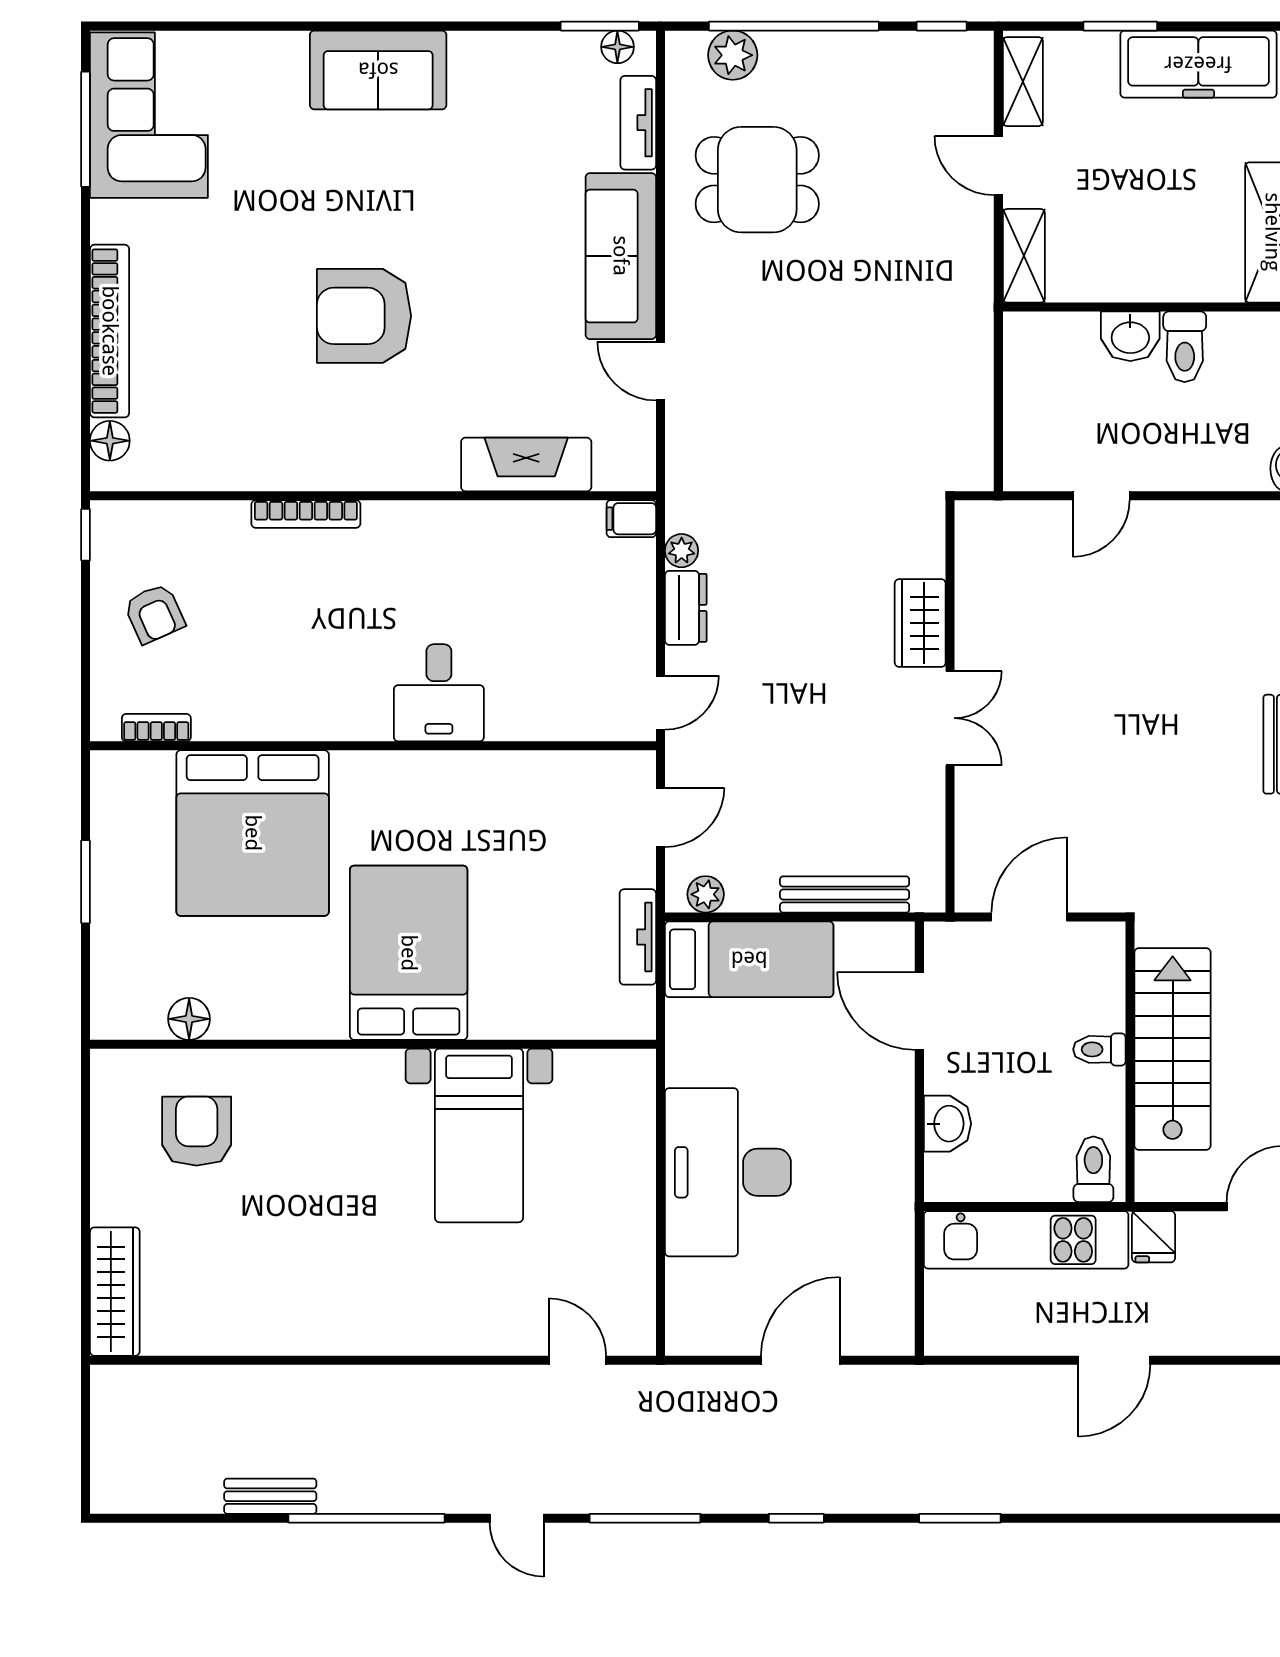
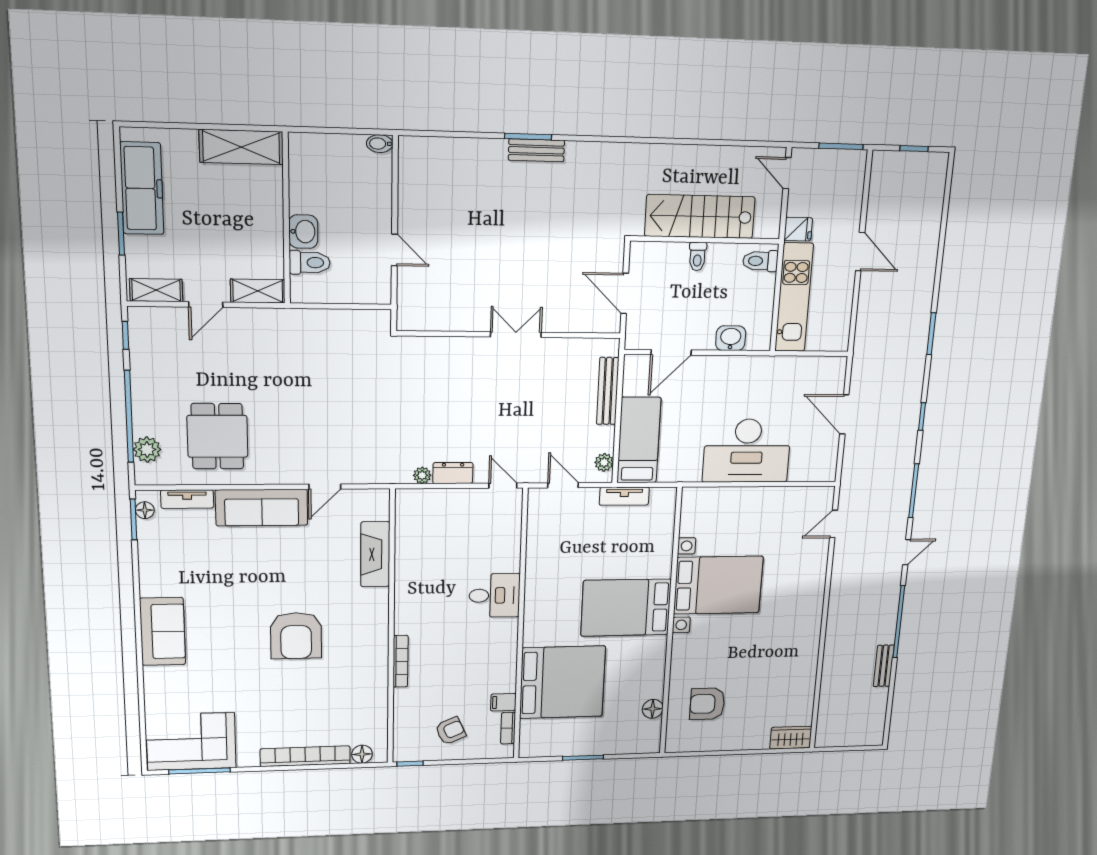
toilet: (1185, 347) -> (310, 263), moved
filing cabinet: (631, 519) -> (503, 702), moved, turned 90
wardrobe: (920, 623) -> (464, 350), removed
bed with nightstands: (479, 1135) -> (718, 585), width x1.36
wardrobe: (115, 1292) -> (791, 738), width x0.67

